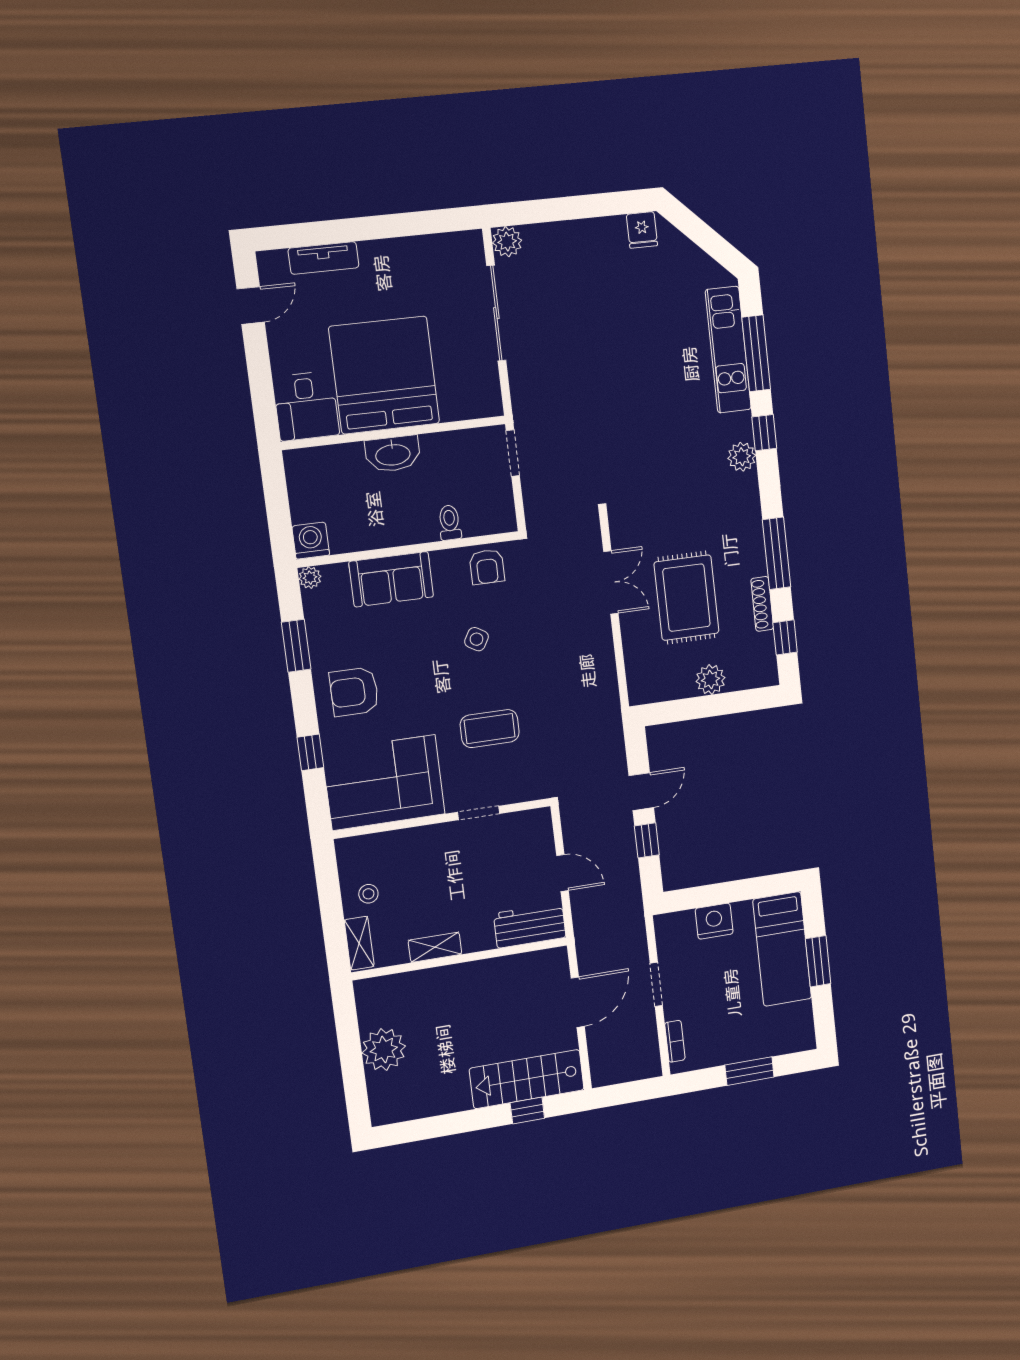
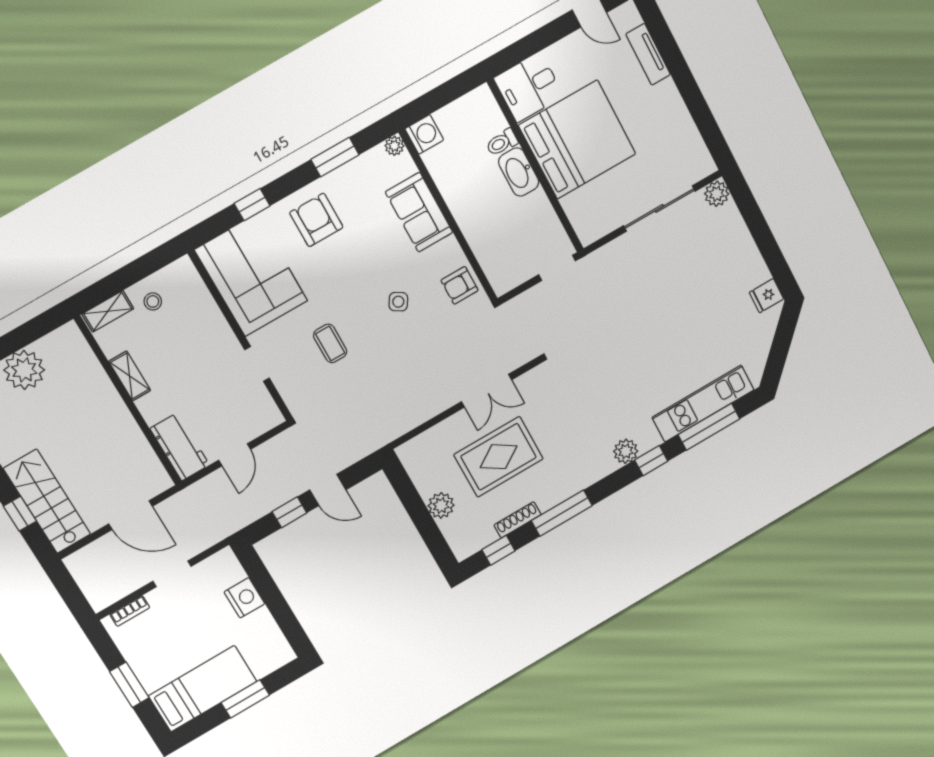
toilet: (450, 523) -> (502, 142), moved, turned 180
coffee table: (490, 729) -> (330, 343), width x0.73, depth x0.77
bed: (782, 949) -> (203, 689), moved, turned 180

